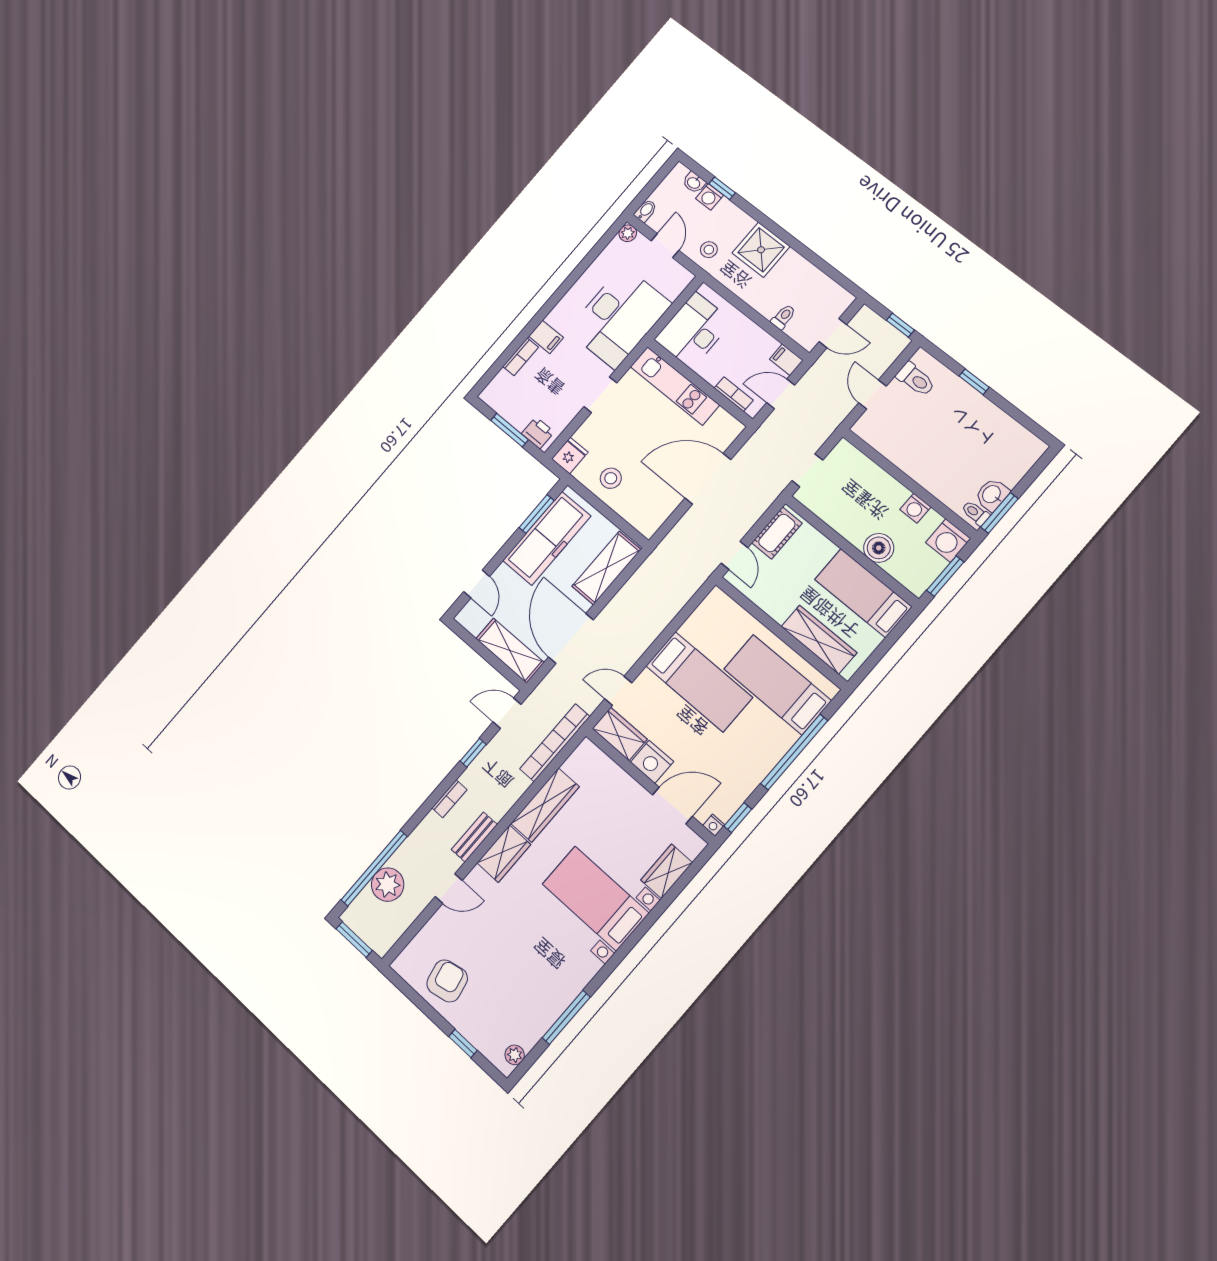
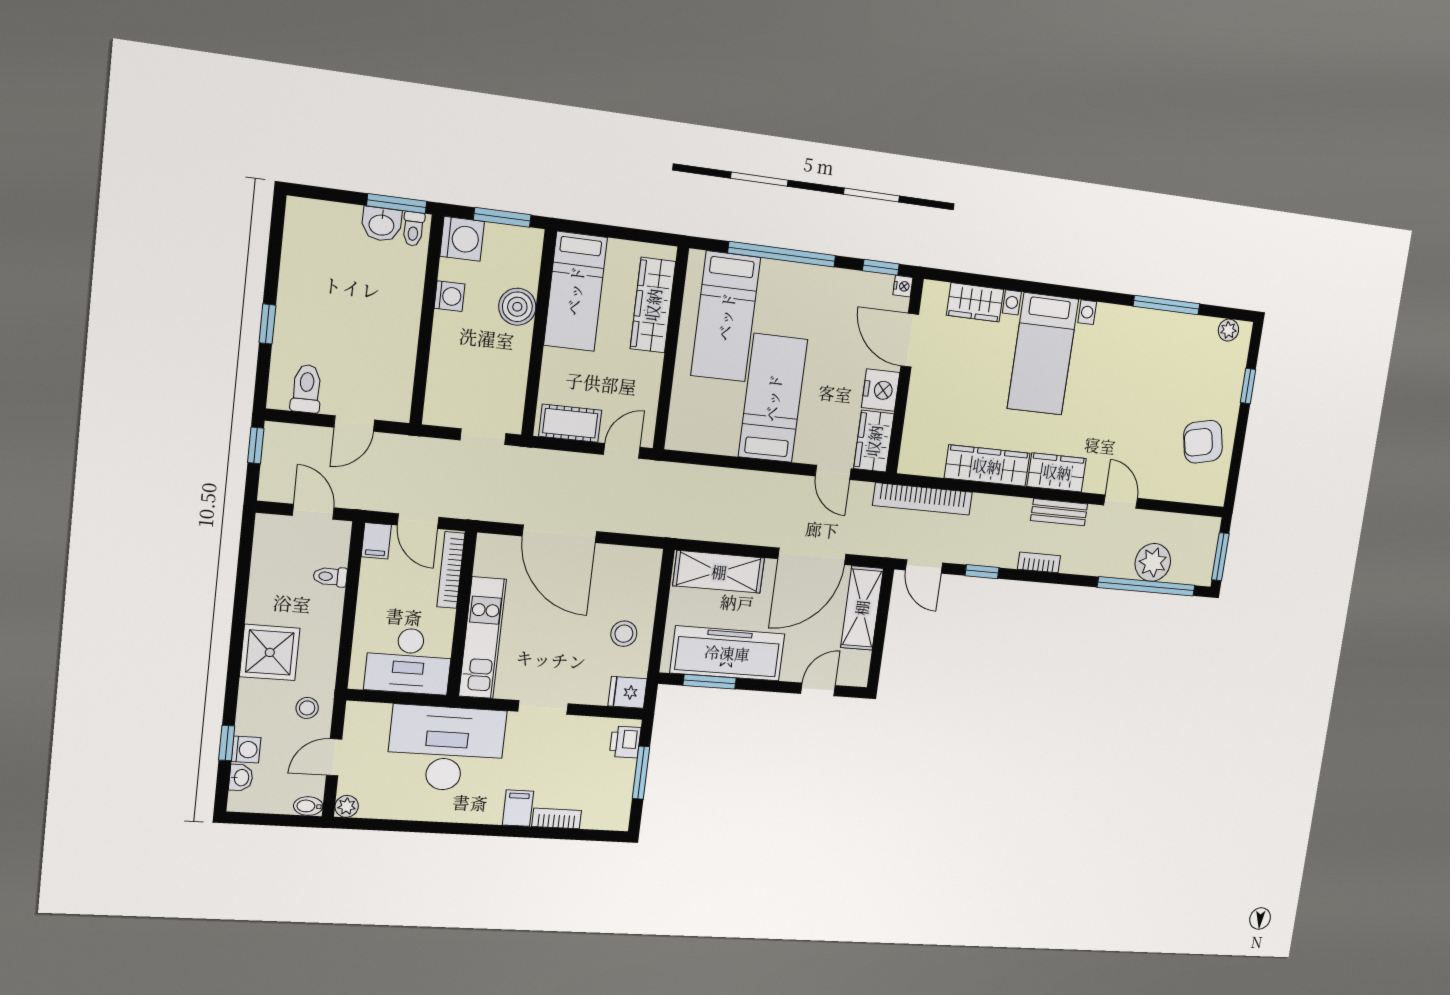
bookcase: (734, 394) -> (451, 570), width x1.56

